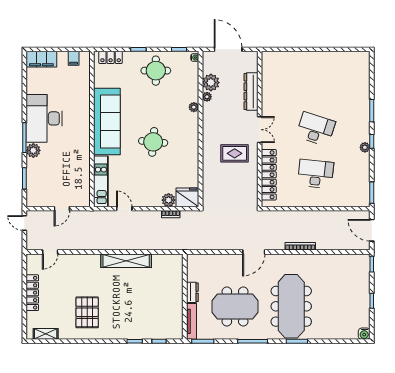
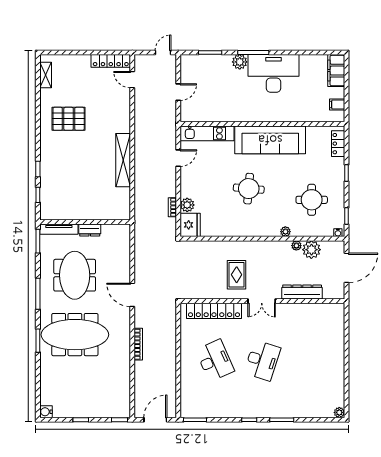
round table: (156, 71) -> (312, 200), moved
plant: (365, 147) -> (339, 412), moved
desk: (316, 174) -> (215, 360), turned -30
door: (62, 209) -> (178, 92), swing flipped
locker: (32, 293) -> (111, 61), moved

